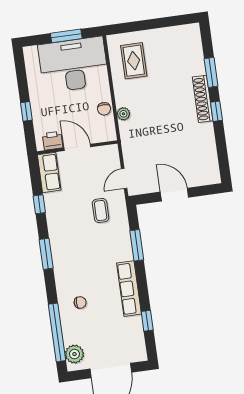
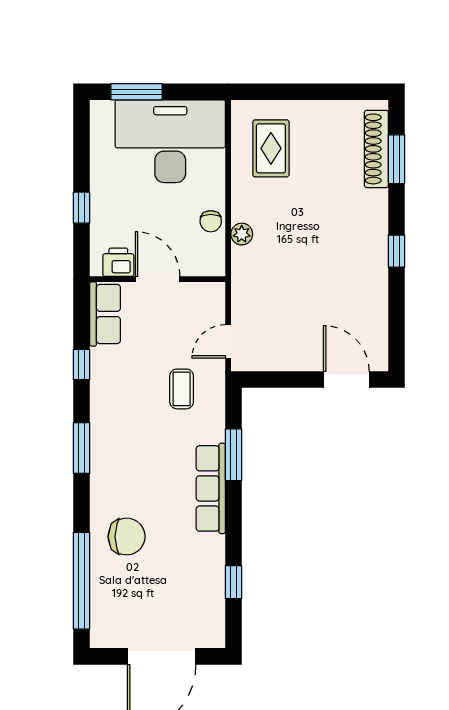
window: (66, 36) -> (136, 92), moved
window: (211, 72) -> (396, 159), moved
shoe rack: (203, 99) -> (376, 149), moved
door: (174, 195) -> (346, 379), moved
row of seats: (129, 289) -> (211, 488), moved
chair: (80, 302) -> (127, 537), width x1.87, depth x1.87
plant: (74, 354) -> (105, 621), removed

